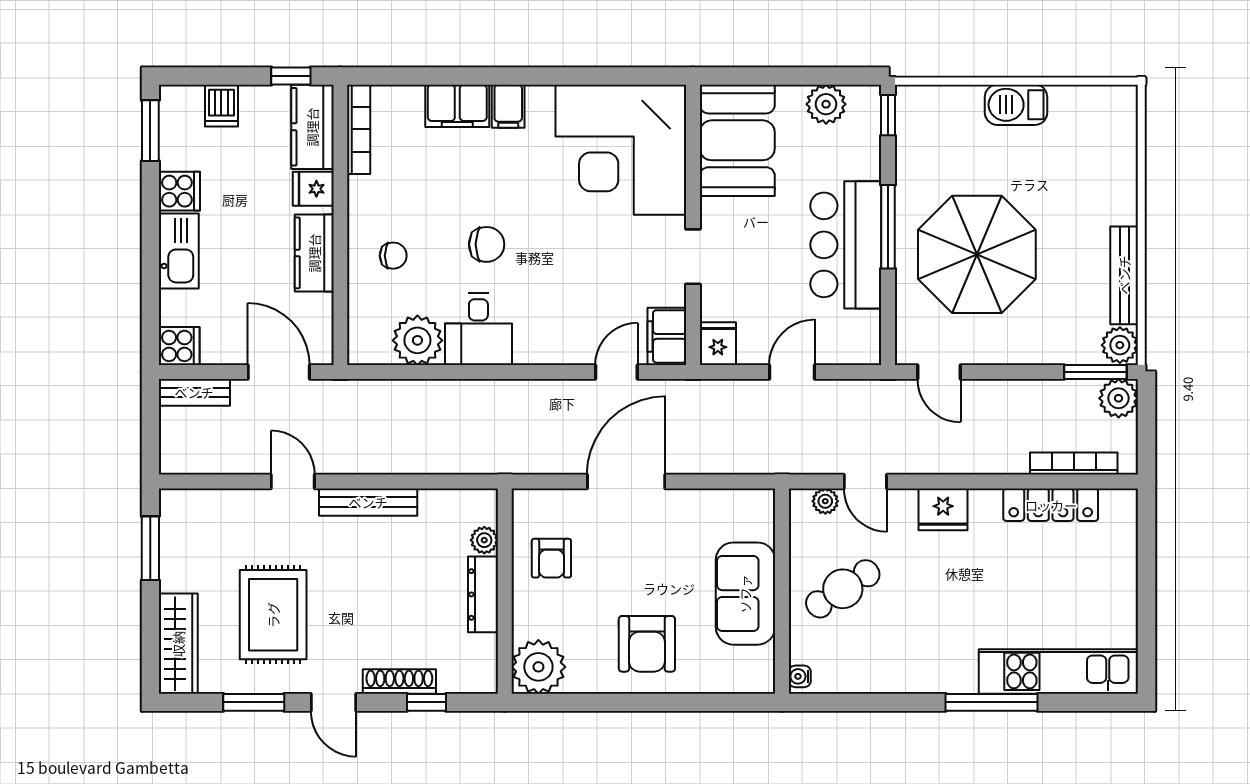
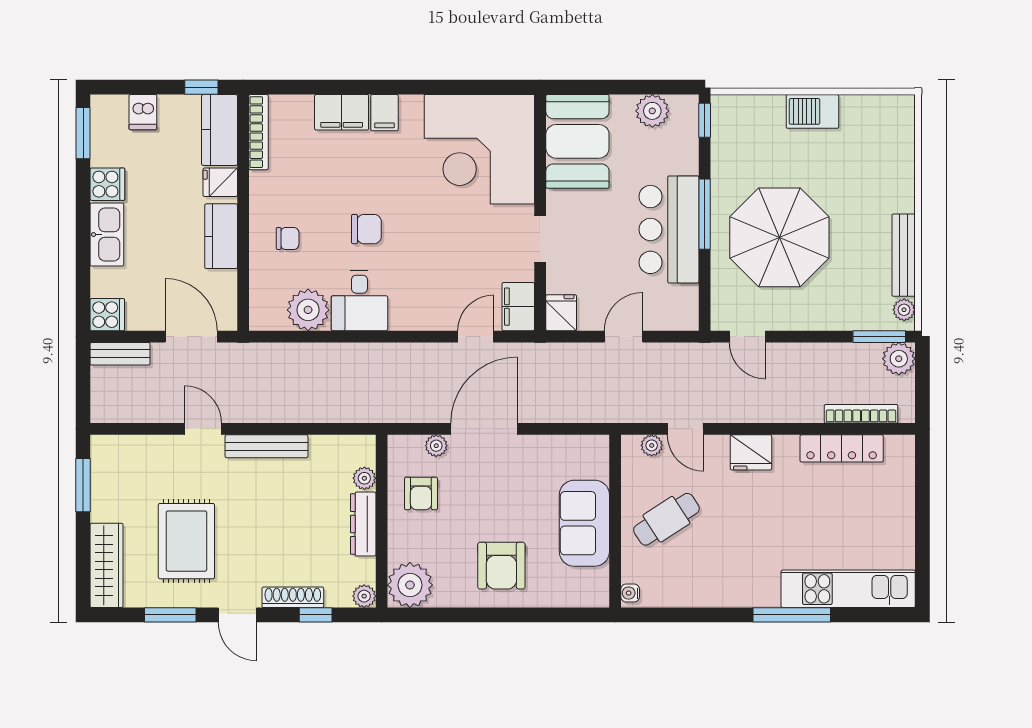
plant: (1120, 345) -> (904, 310), width x0.73, depth x0.73
plant: (570, 501) -> (436, 446), added
plant: (484, 680) -> (364, 596), added

